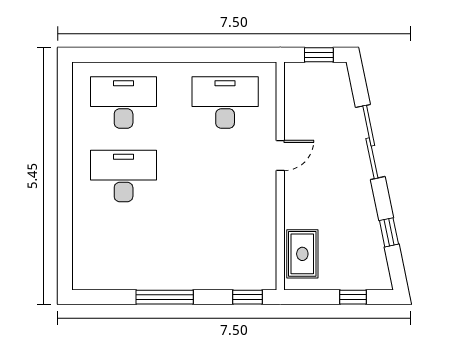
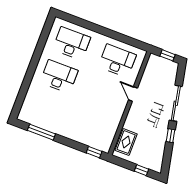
door: (280, 155) -> (133, 94), swing flipped
window: (389, 232) -> (171, 136), moved
window: (165, 297) -> (41, 132), moved

